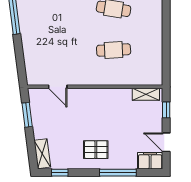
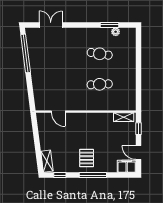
window: (27, 115) -> (36, 132), removed
pallet: (96, 150) -> (87, 158), turned 90
window: (118, 173) -> (93, 175), moved

